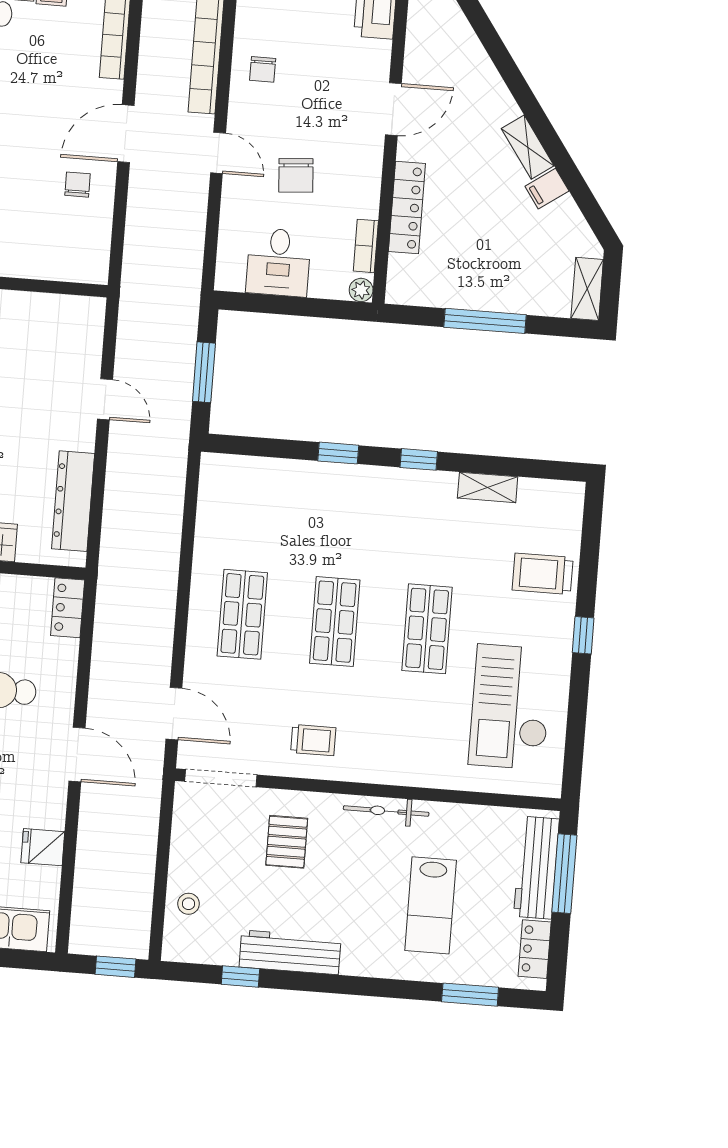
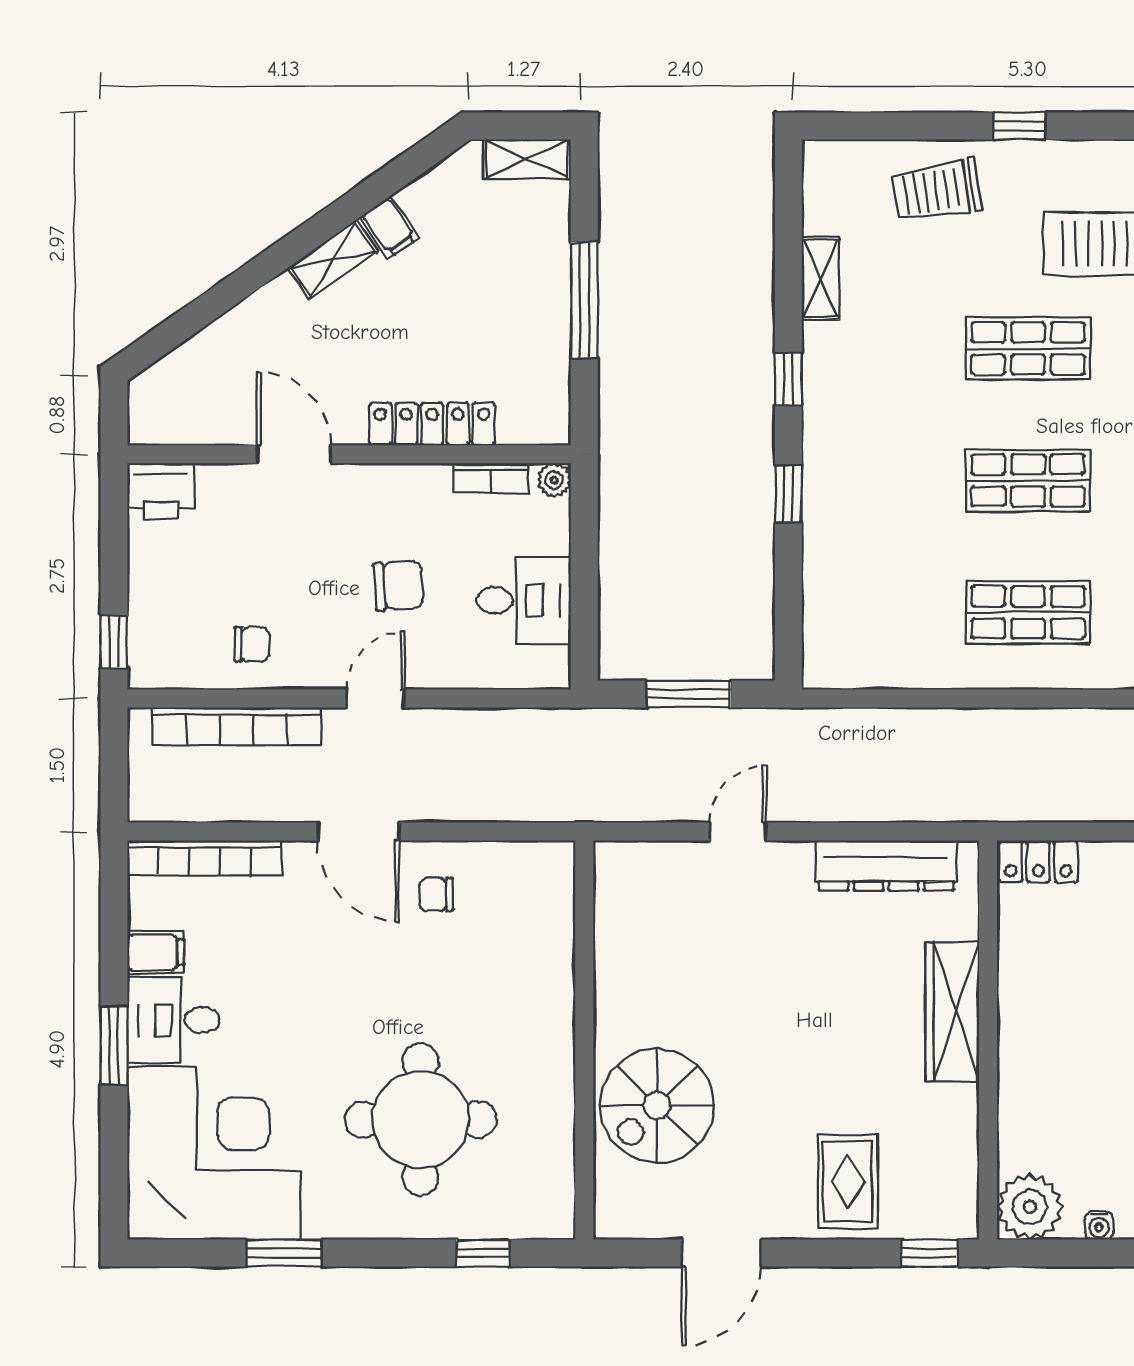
trolley: (543, 574) -> (937, 190), turned 81

